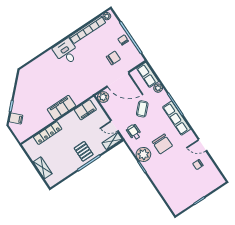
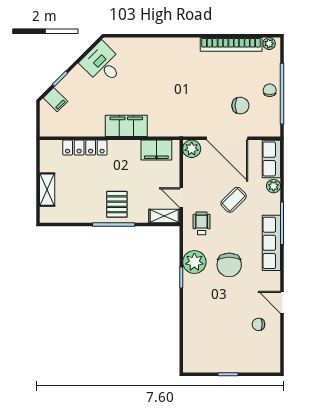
desk: (66, 52) -> (103, 64), moved, turned -45

